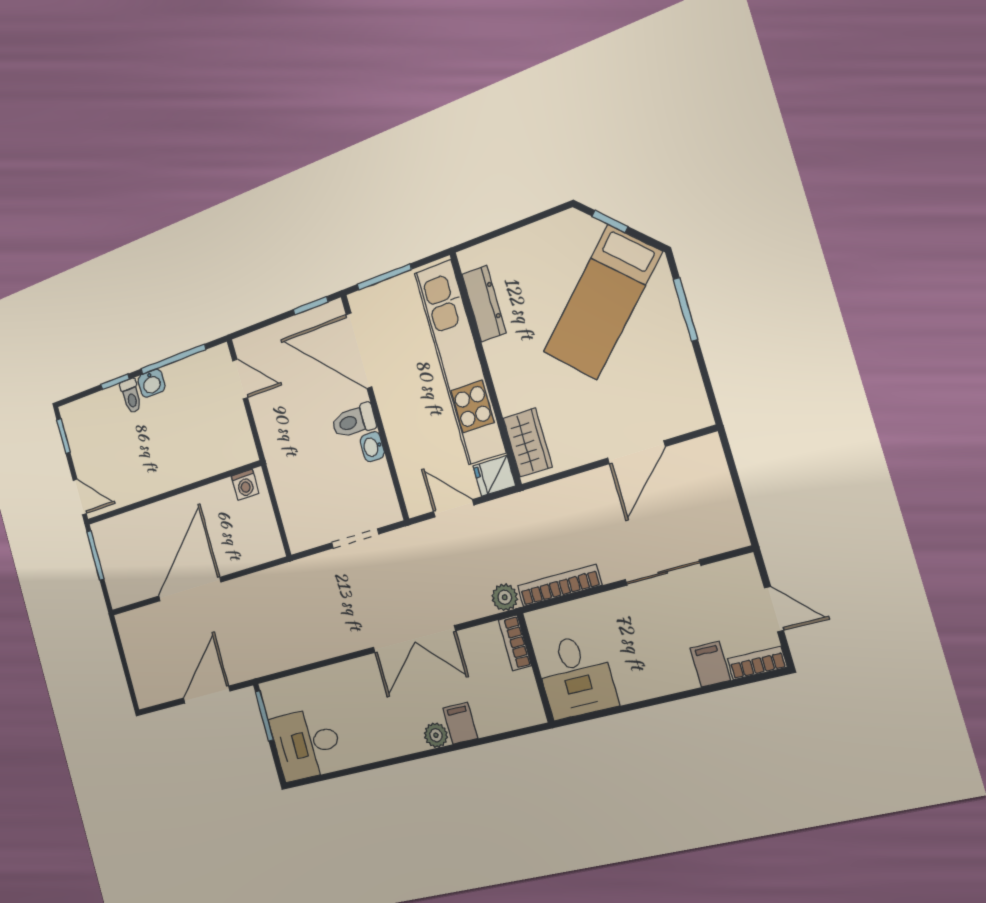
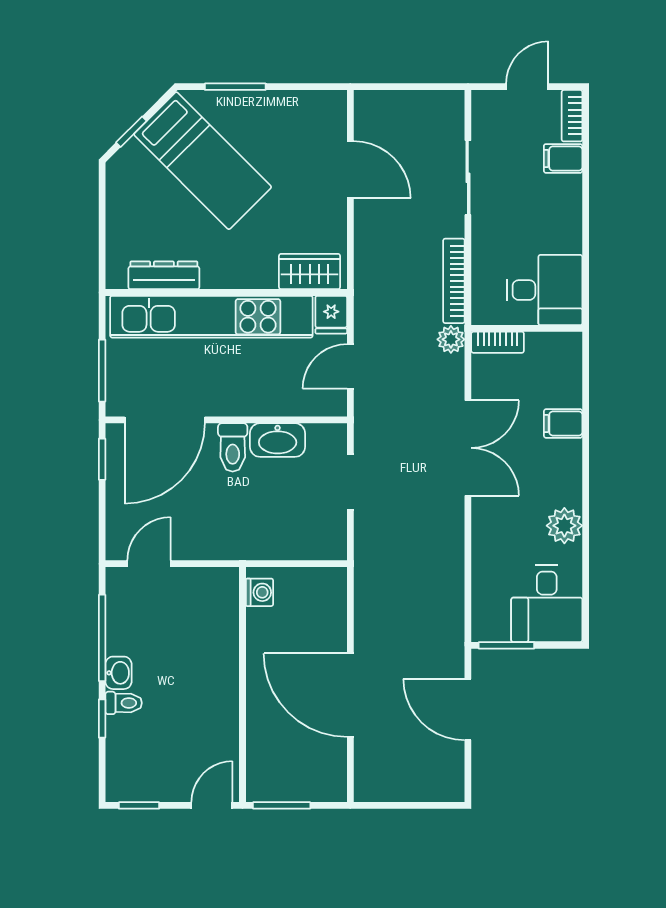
washbasin: (372, 447) -> (278, 440), width x1.91, depth x1.45
plant: (436, 735) -> (564, 526), moved, width x1.38, depth x1.38

